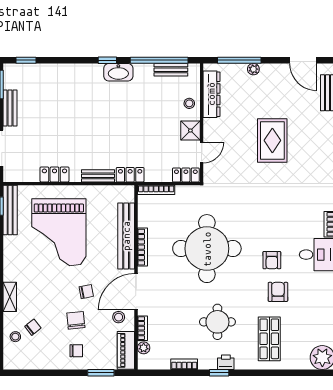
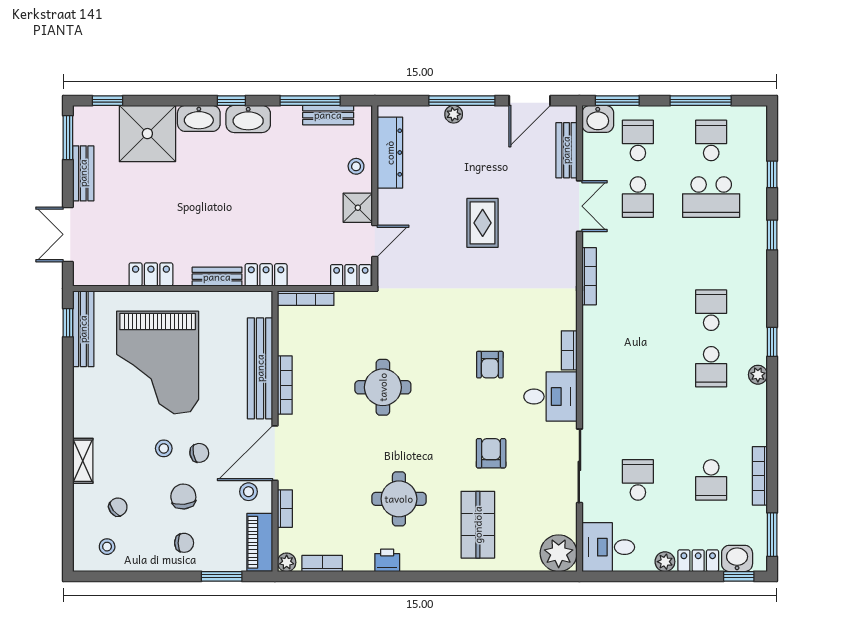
window: (159, 60) -> (310, 101), width x0.68
window: (239, 60) -> (462, 101), moved
door: (303, 60) -> (530, 101), hinge flipped
washbasin: (86, 72) -> (199, 118), added
shower: (52, 82) -> (147, 134), added
rug: (272, 140) -> (483, 223), width x0.73, depth x0.70
round table: (207, 249) -> (383, 387), width x0.54, depth x0.54
armchair: (272, 260) -> (490, 365), moved
stool: (63, 289) -> (164, 448), added
stool: (15, 337) -> (107, 547), moved
plant: (144, 348) -> (287, 562), moved
printer: (226, 362) -> (387, 560), moved
bookcase: (184, 364) -> (322, 563), moved
window: (219, 373) -> (401, 576), removed

